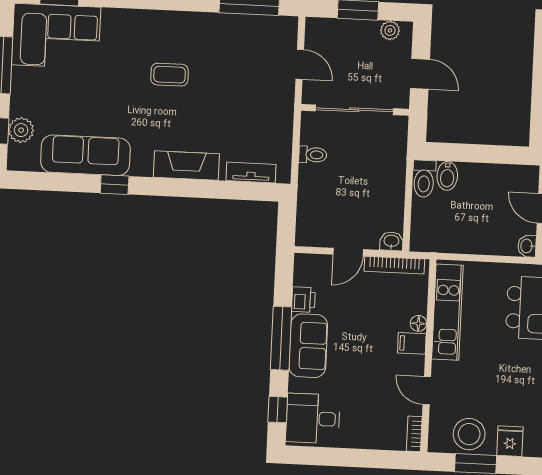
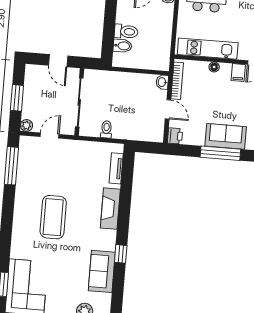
plant: (390, 30) -> (26, 125), moved
door: (420, 74) -> (58, 61), swing flipped
coffee table: (170, 75) -> (53, 217), width x1.86, depth x1.72
sofa: (85, 155) -> (102, 271), width x0.73
toilet: (424, 179) -> (126, 32), moved
printer: (303, 300) -> (175, 136), moved, turned 90
filing cabinet: (412, 343) -> (238, 73), moved

